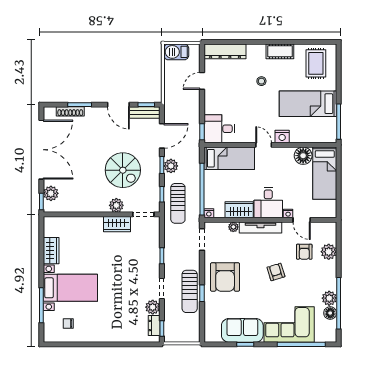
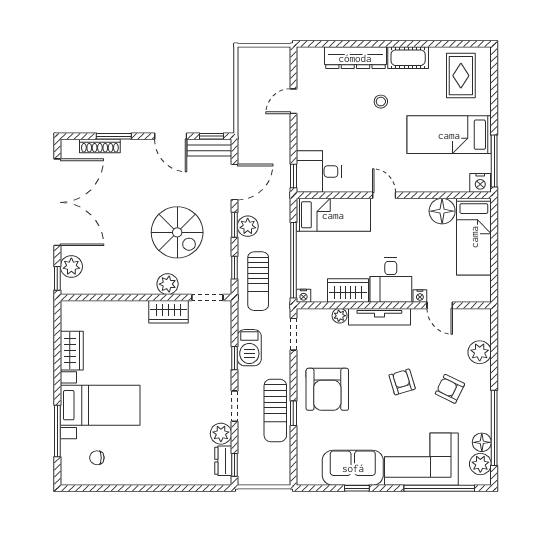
dresser: (225, 51) -> (355, 58), moved
barbecue: (176, 52) -> (249, 348), moved, turned -90
nightstand: (282, 136) -> (480, 183), moved
armchair: (304, 252) -> (450, 389), moved, turned 116
plant: (329, 298) -> (480, 464), moved

